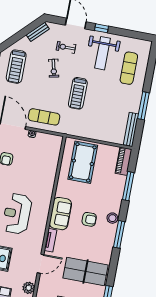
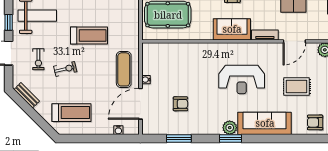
door: (41, 264) -> (294, 41), swing flipped

